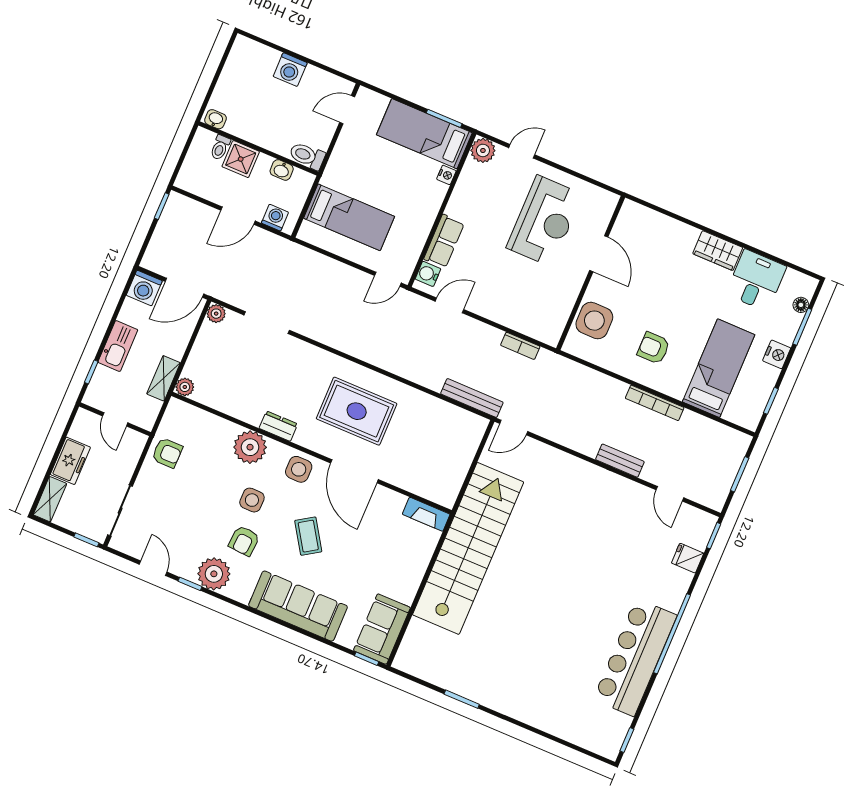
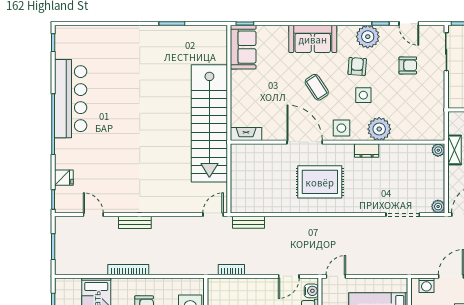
bench: (472, 398) -> (248, 222), width x0.73
armchair: (167, 453) -> (408, 65), moved, turned 180
sofa: (298, 606) -> (313, 39), width x0.73

